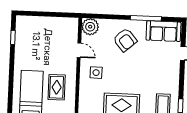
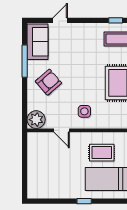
window: (13, 37) -> (84, 201), moved
door: (79, 50) -> (62, 130), swing flipped

